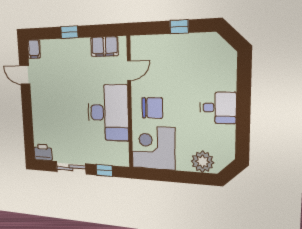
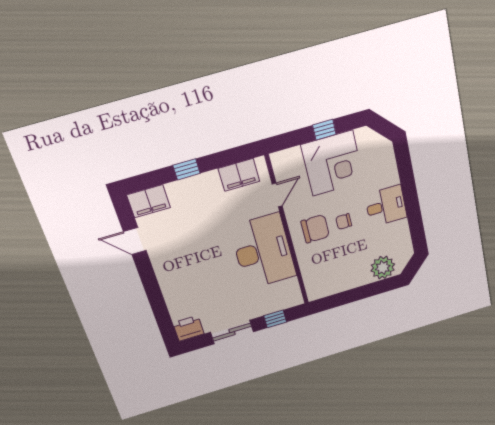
filing cabinet: (34, 49) -> (149, 201), width x2.00
chair: (177, 109) -> (344, 222), added
corner desk: (153, 148) -> (333, 163), moved, turned 180

